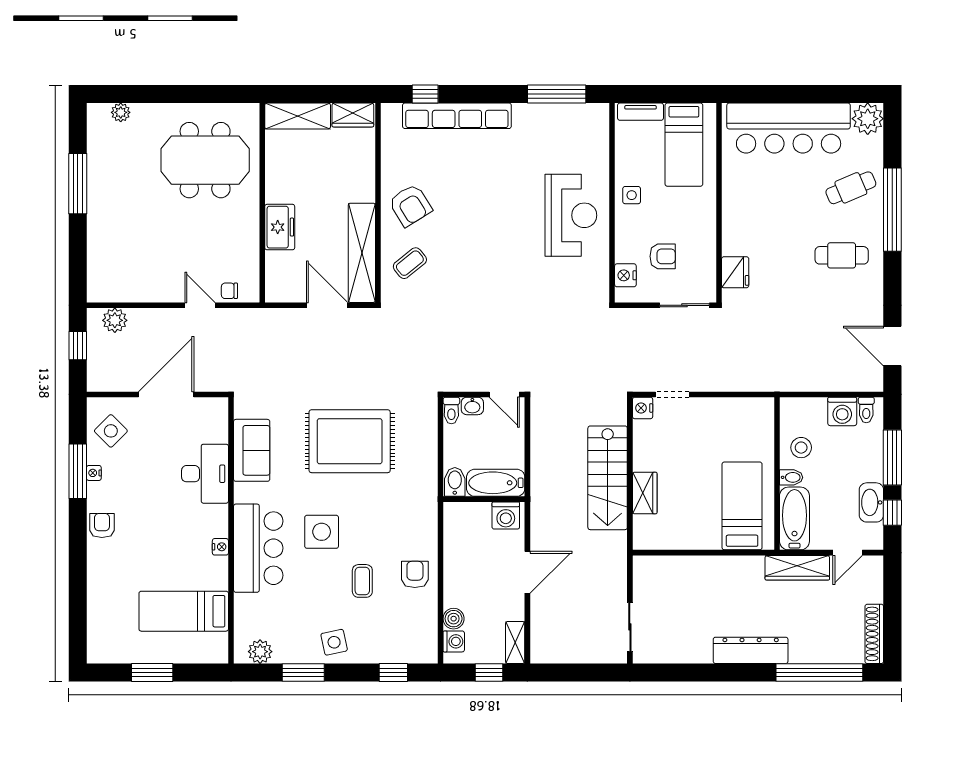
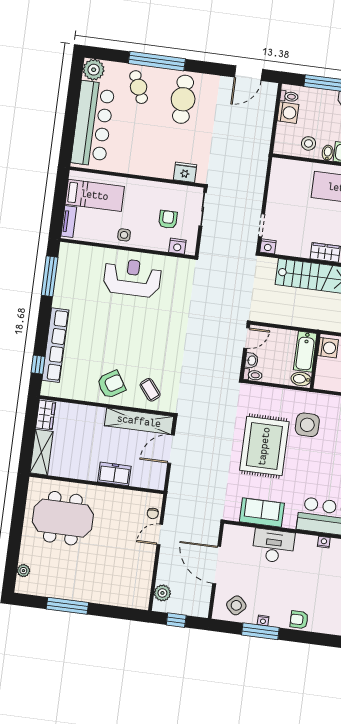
meeting table: (205, 160) -> (63, 518), turned 90
cafe table: (842, 255) -> (183, 99), width x1.37, depth x1.35
side table: (322, 532) -> (307, 425), moved

